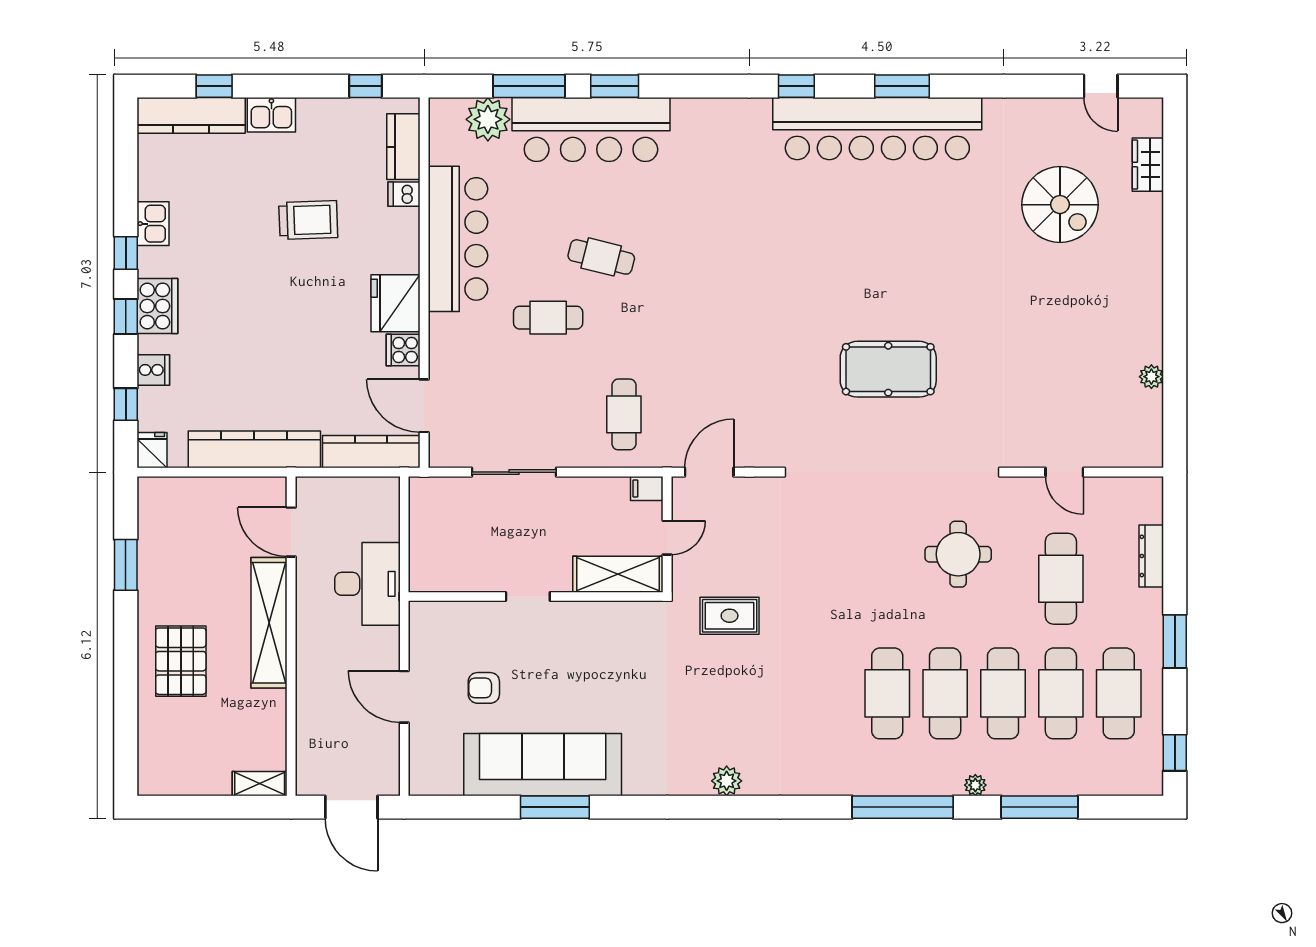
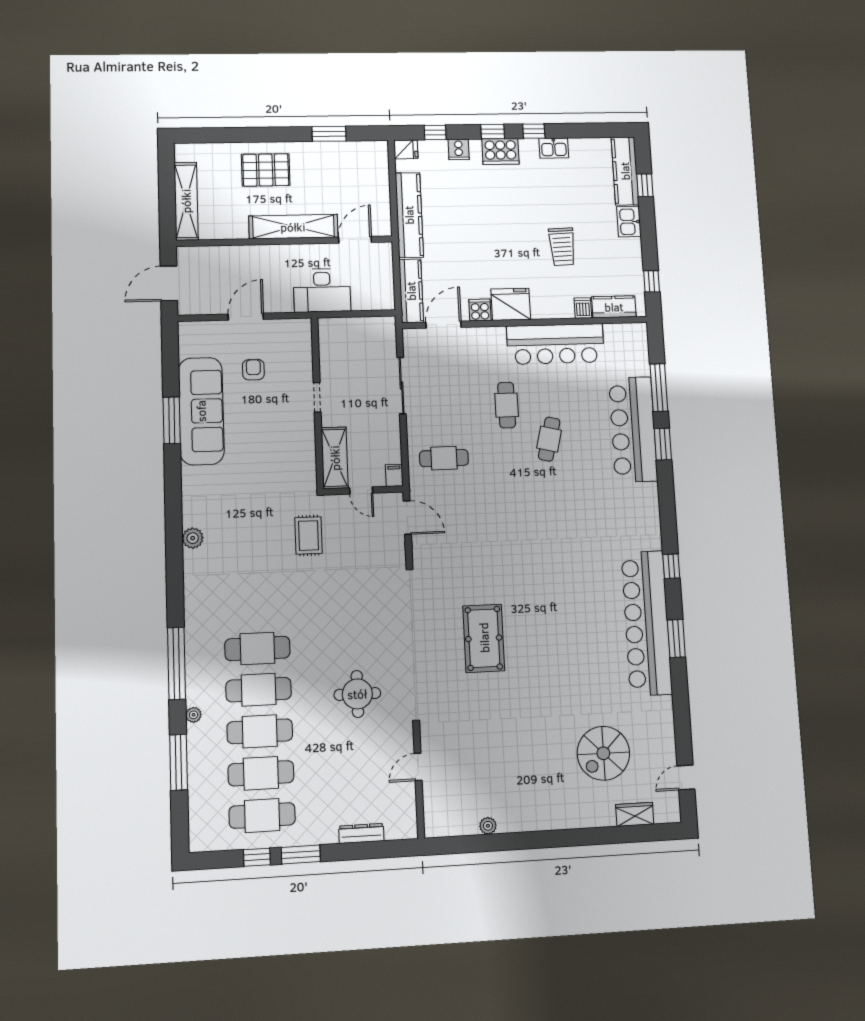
plant: (488, 119) -> (635, 361), removed
cafe table: (1061, 579) -> (343, 769), removed
window: (1175, 753) -> (257, 857), moved
shelving: (260, 784) -> (186, 201), width x2.20, depth x1.33

